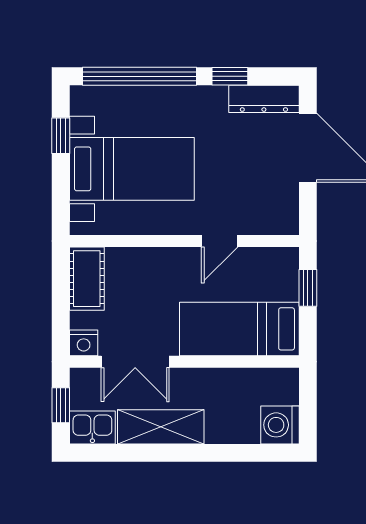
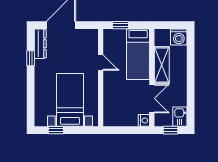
window: (140, 76) -> (31, 97), removed
cot: (87, 279) -> (117, 119), removed
shelving: (161, 427) -> (162, 65), moved

